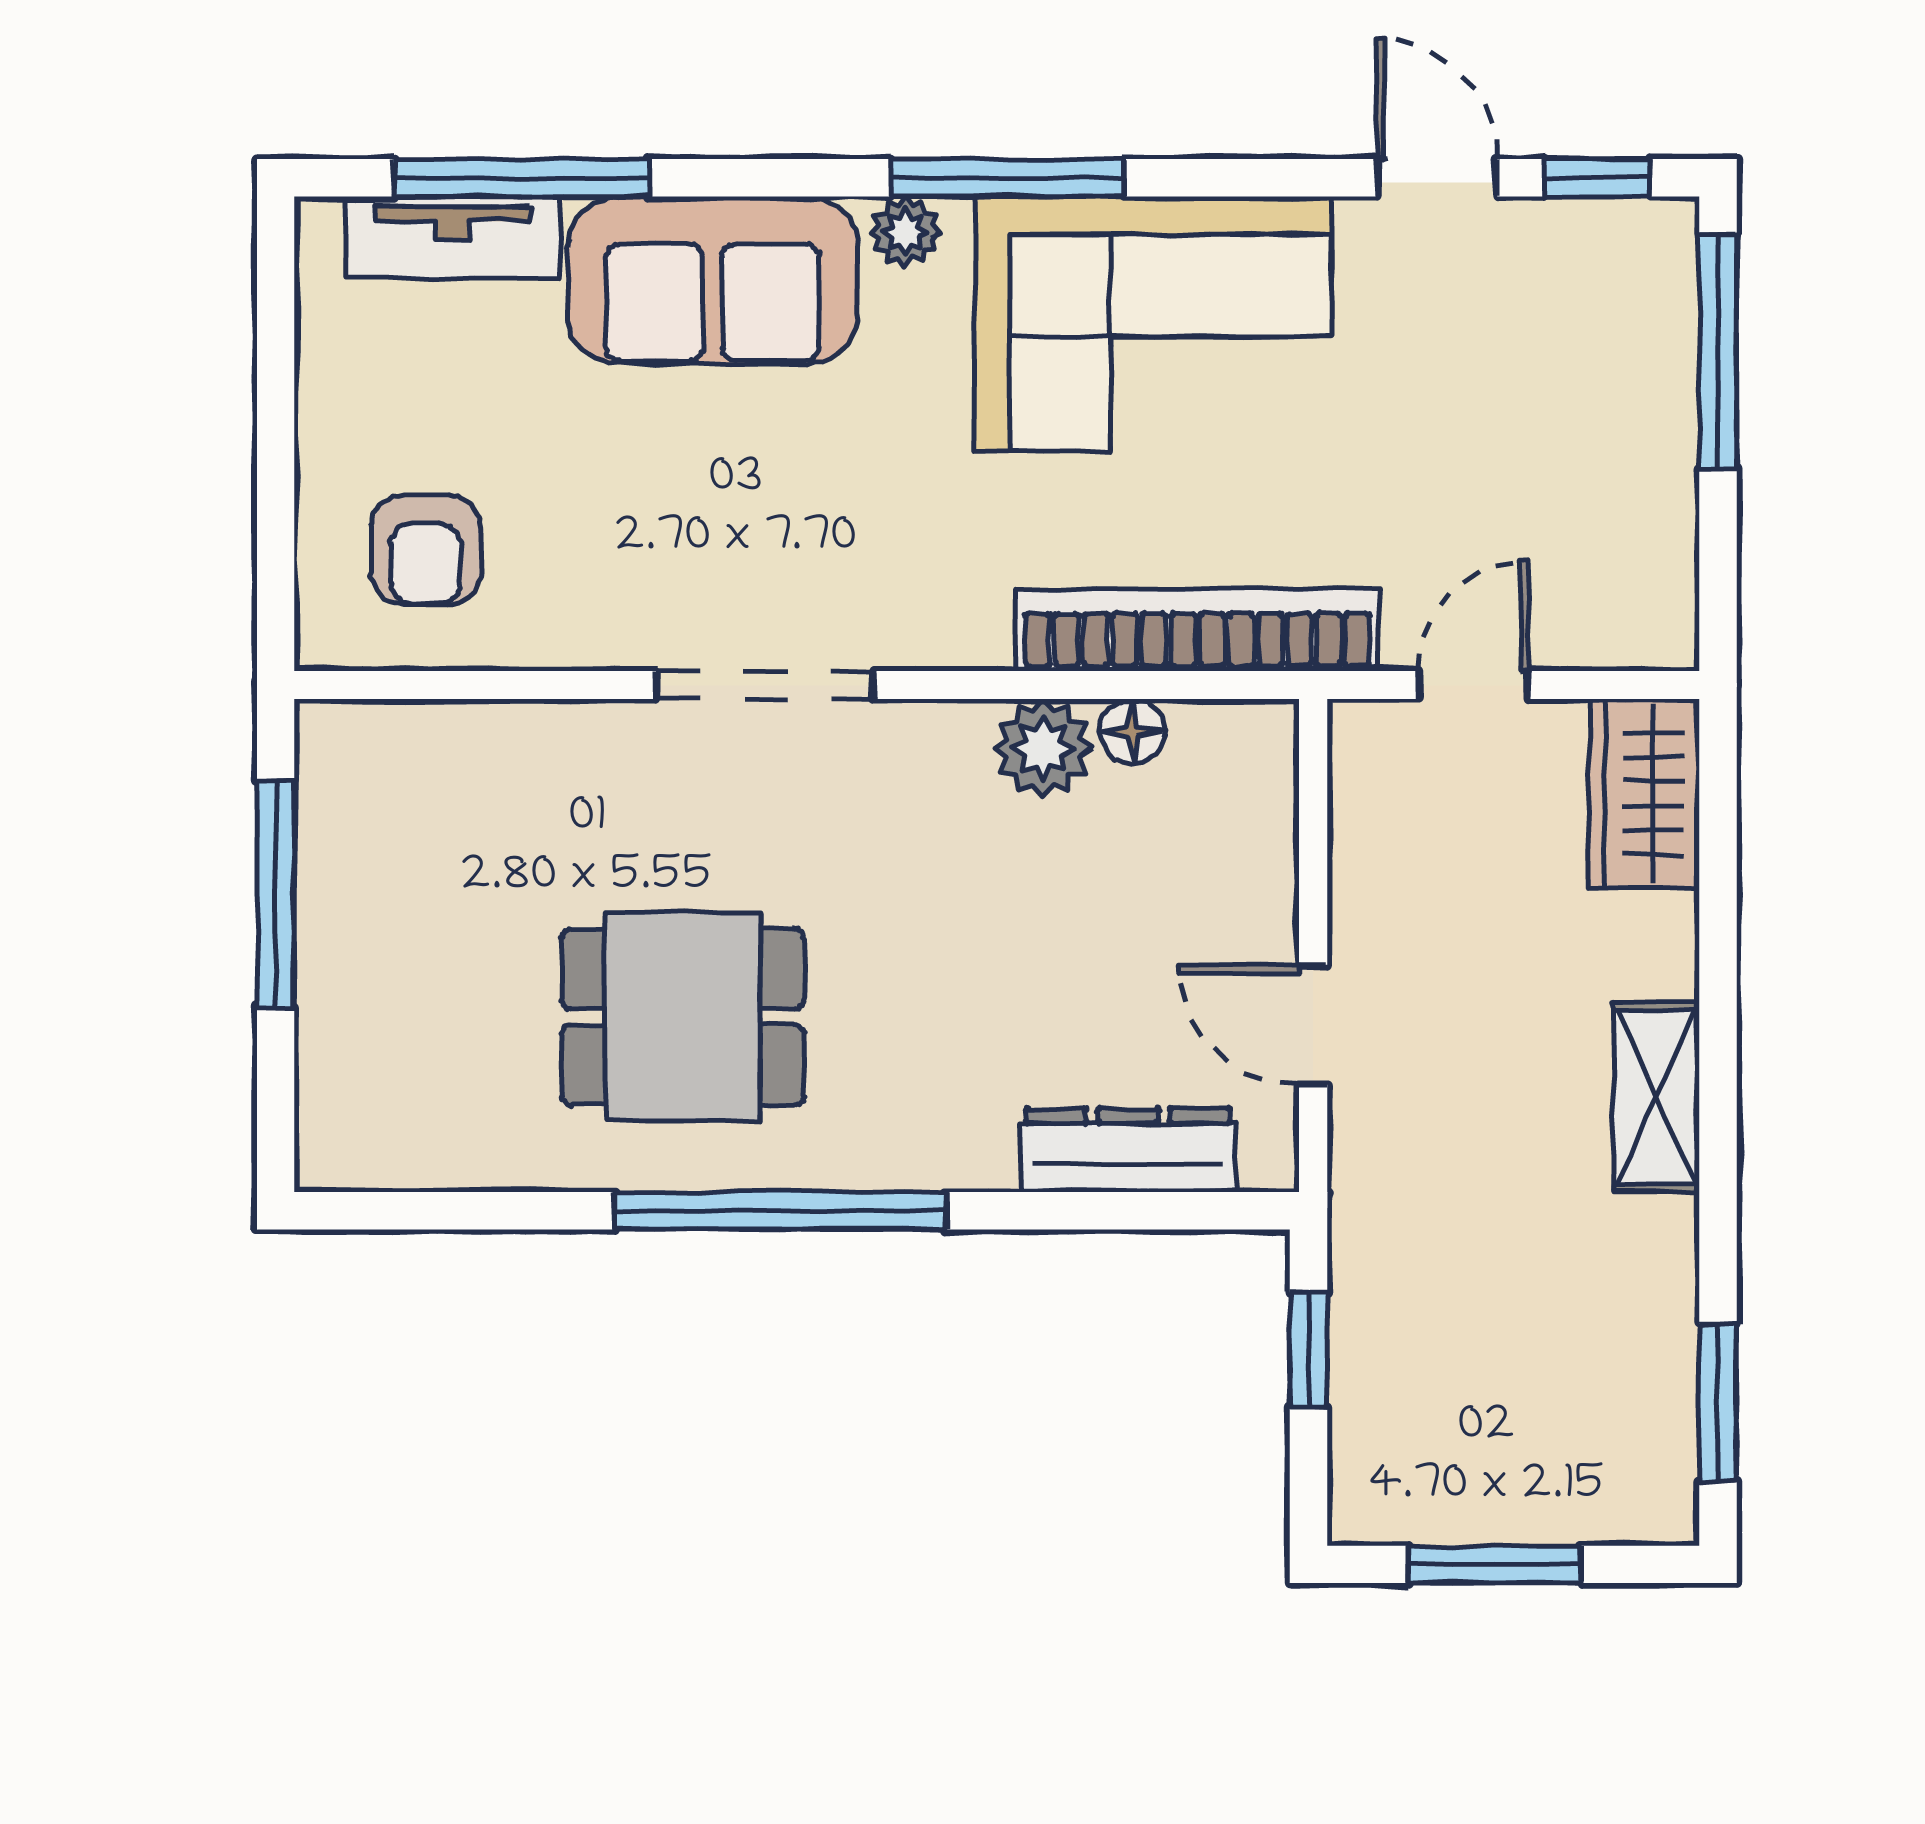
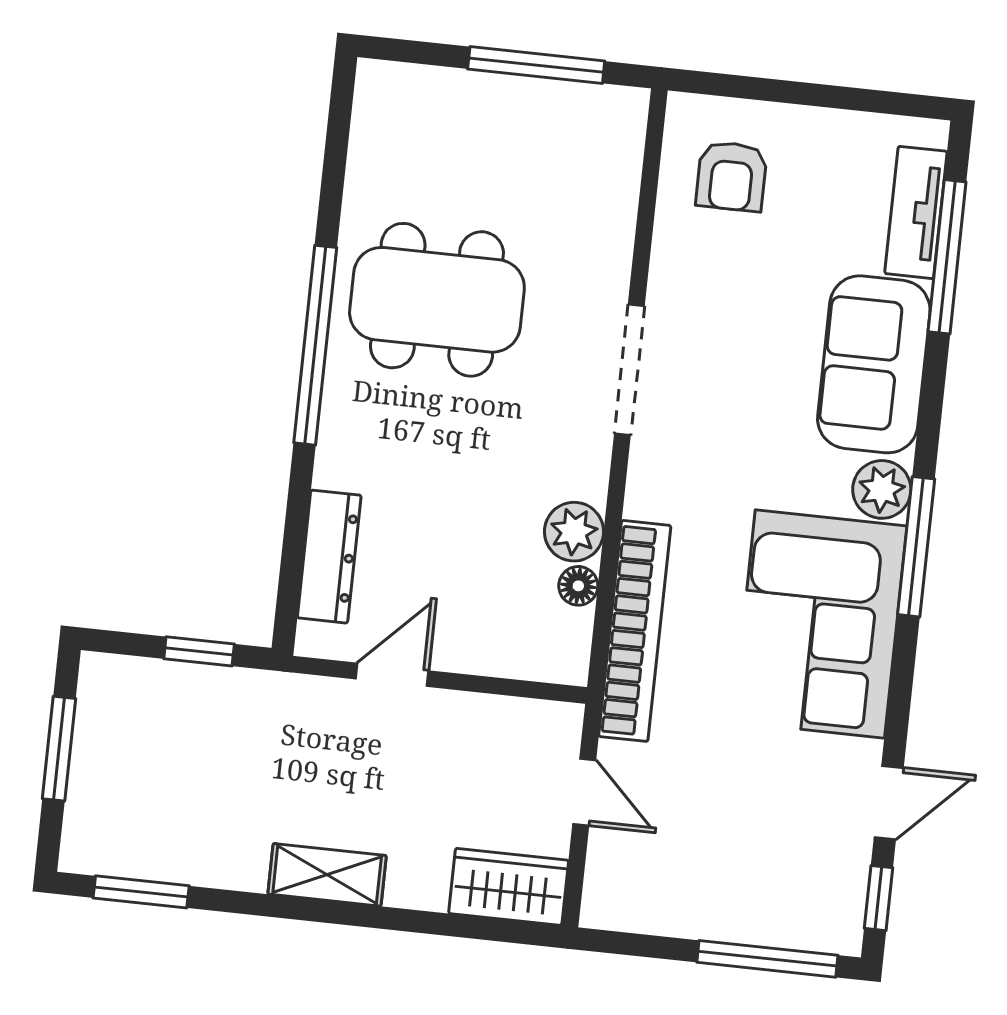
plant: (906, 232) -> (882, 489), width x1.38, depth x1.38
armchair: (426, 550) -> (731, 176), turned -90
dining table: (683, 1017) -> (437, 300), width x1.38

